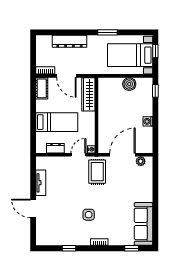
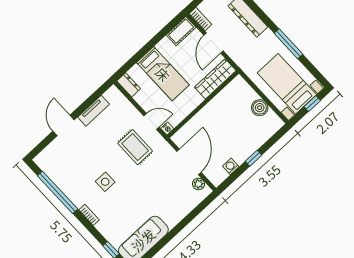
window: (108, 32) -> (288, 44), width x1.44
window: (155, 91) -> (253, 158), moved
washing machine: (148, 121) -> (231, 166), moved
dresser: (55, 148) -> (129, 85), moved
door: (123, 155) -> (189, 162), hinge flipped
rug: (97, 172) -> (135, 147), moved, turned 90
window: (69, 248) -> (58, 192), width x3.17

